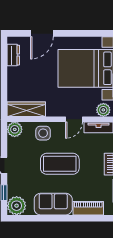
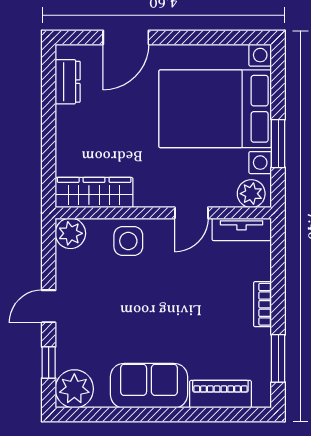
coffee table: (60, 164) -> (162, 304), removed

